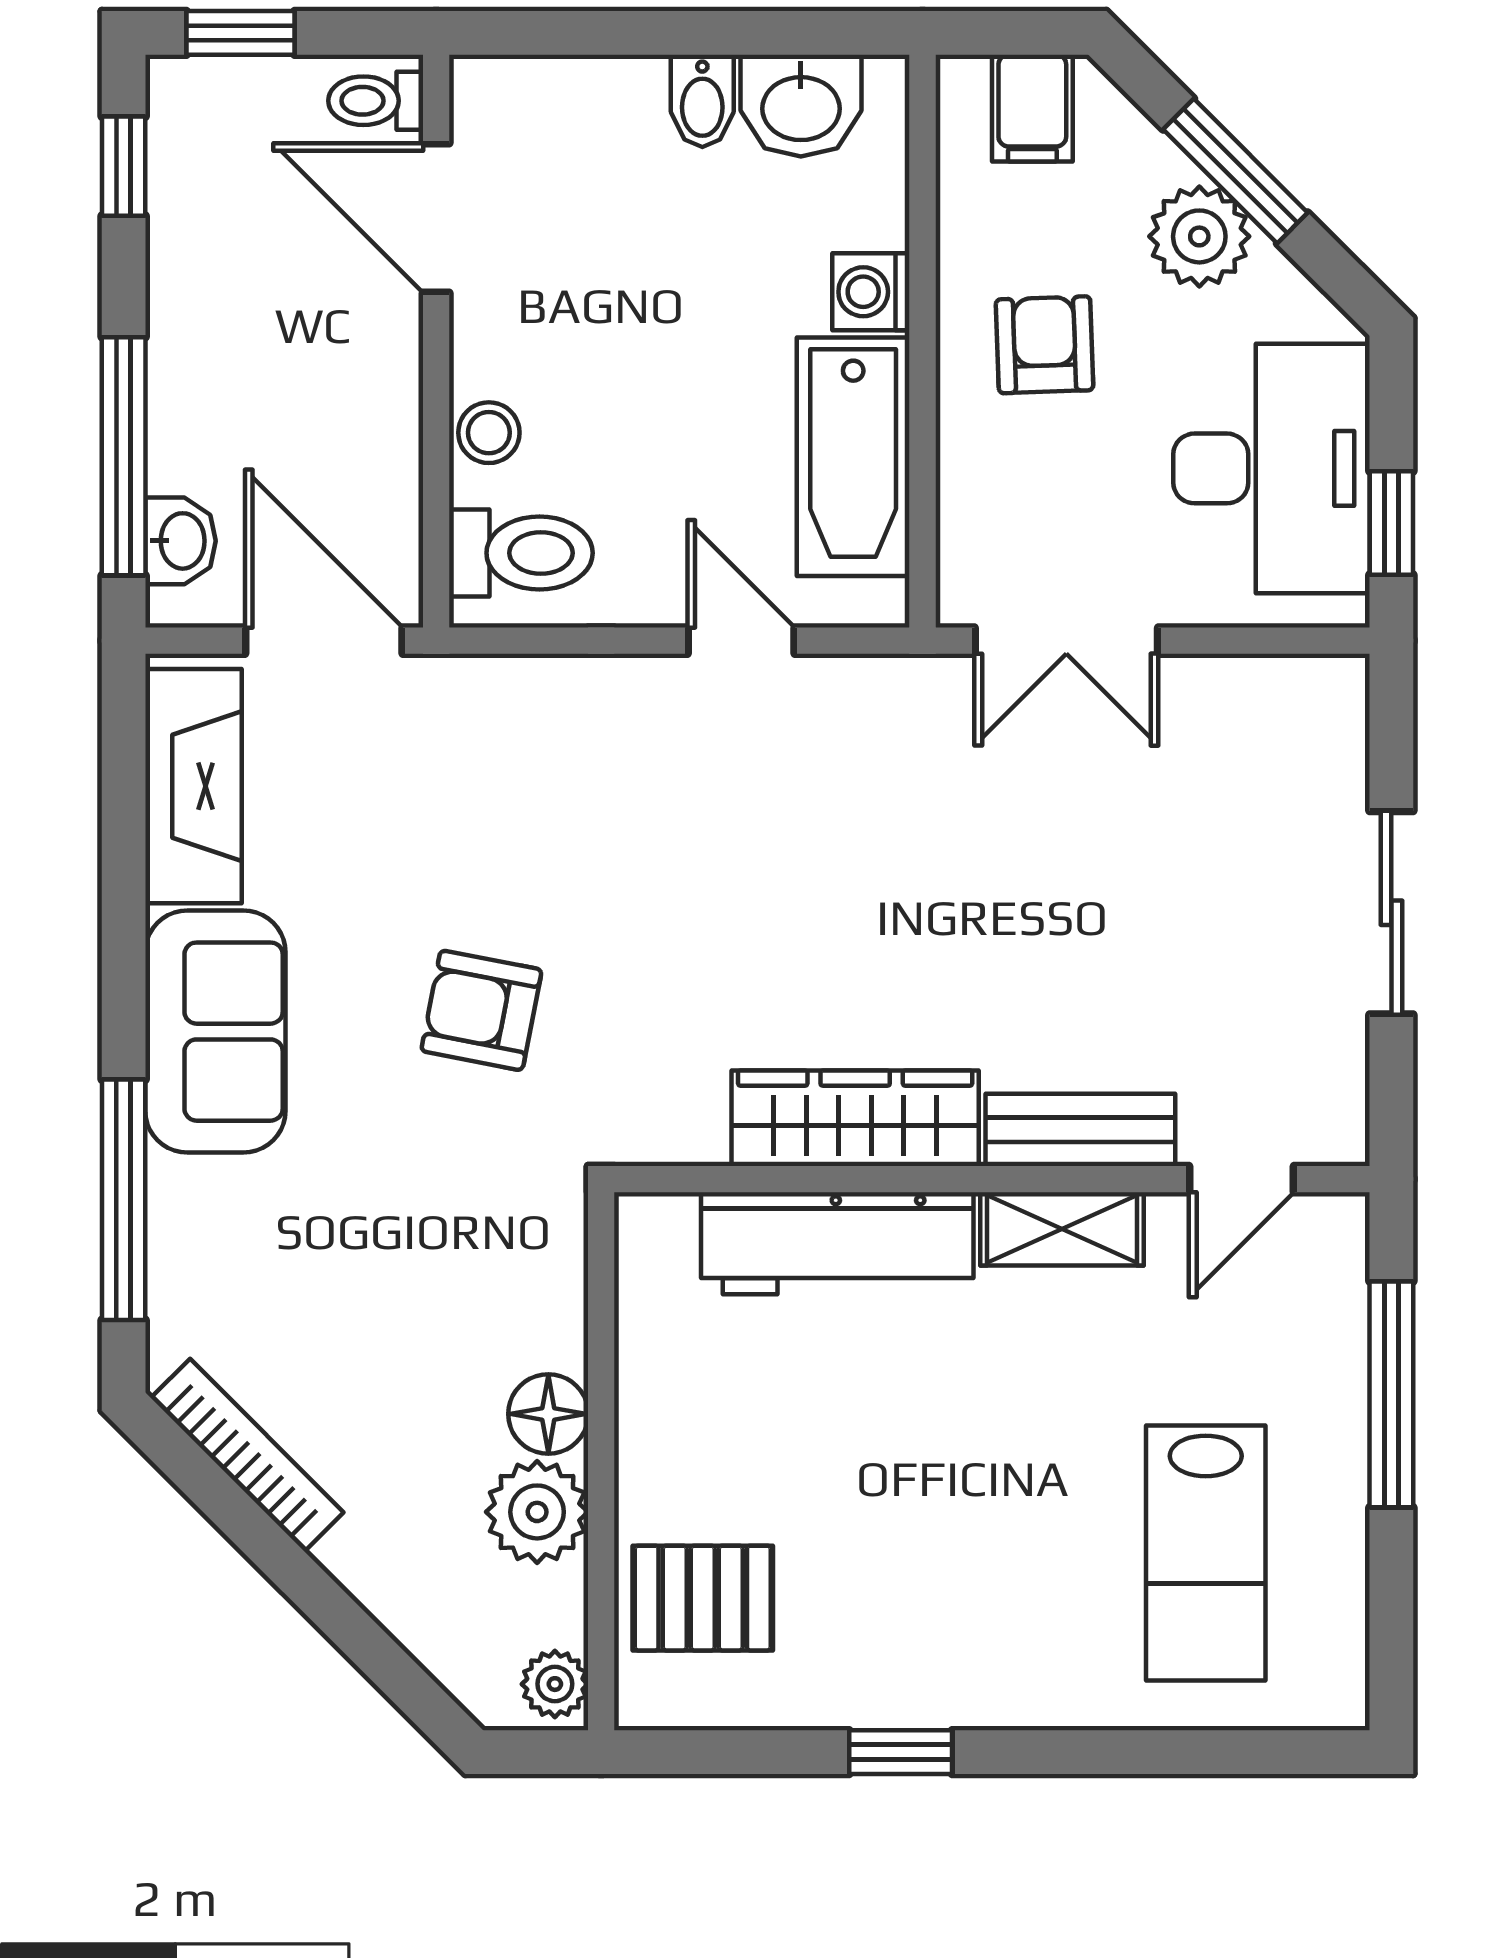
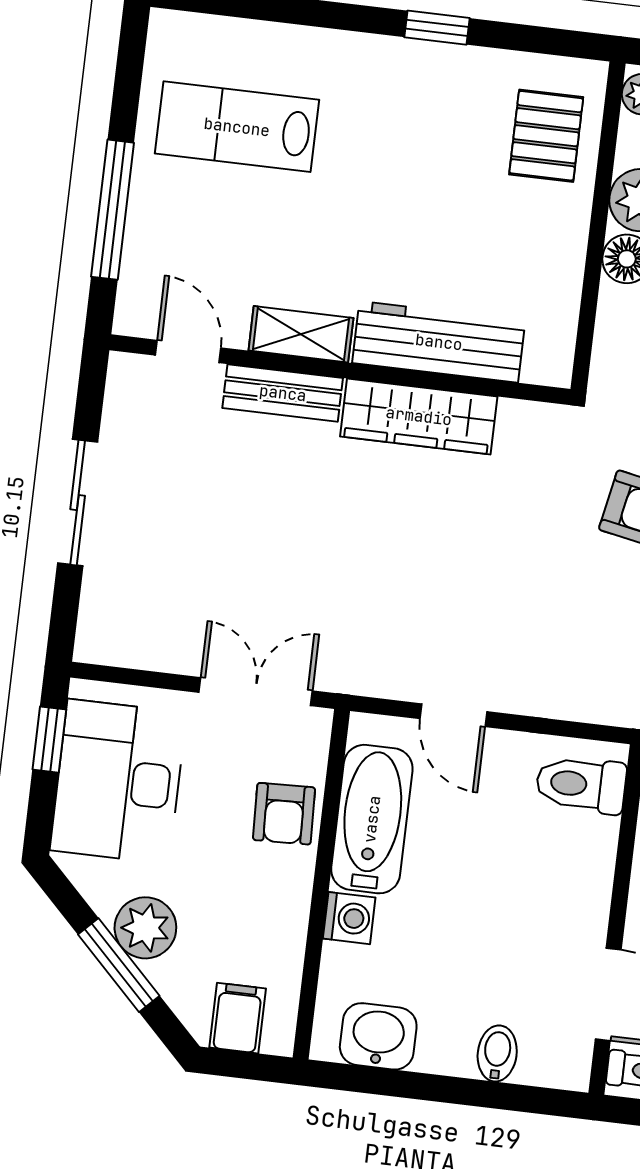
bidet: (702, 101) -> (497, 1053), moved
armchair: (1045, 345) -> (284, 814), moved
stool: (489, 433) -> (592, 860), removed
door: (1242, 1179) -> (188, 352), hinge flipped
lab bench: (1206, 1553) -> (237, 127), turned -90
pallet: (703, 1598) -> (546, 136), turned 90

